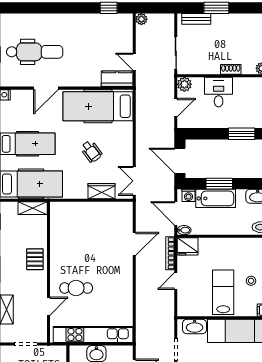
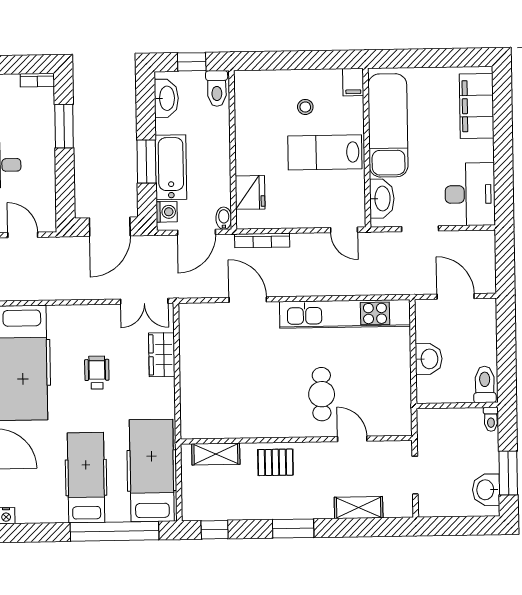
wheelchair: (91, 151) -> (97, 373), turned -53
shelving: (33, 208) -> (216, 454), moved, turned 90
fridge: (188, 246) -> (250, 192), moved
door: (176, 281) -> (344, 230), moved
kitchen unit: (93, 335) -> (345, 314), moved, turned -90

